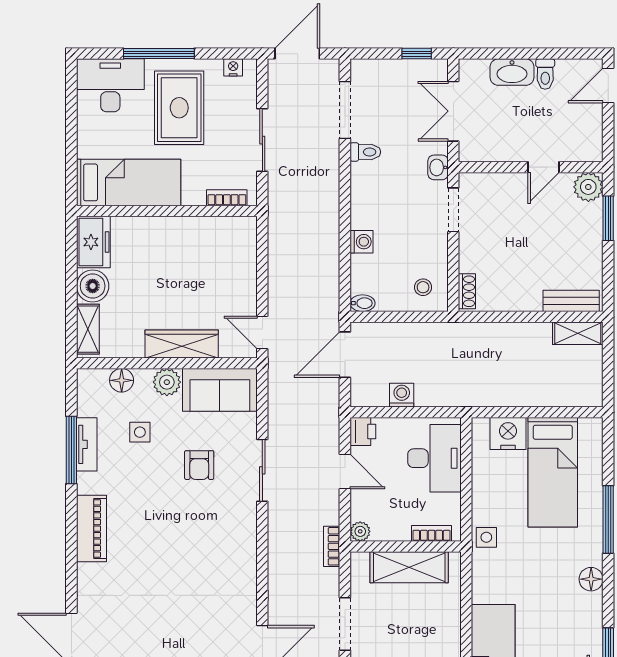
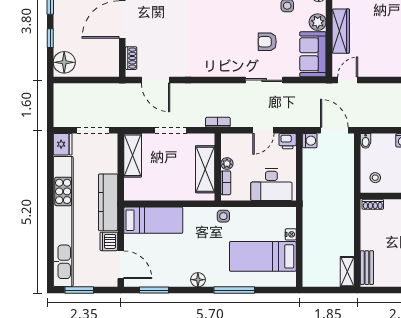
washing machine: (402, 395) -> (310, 141), moved
nightstand: (508, 434) -> (291, 234), width x0.53, depth x0.56
plant: (360, 531) -> (227, 164), moved

